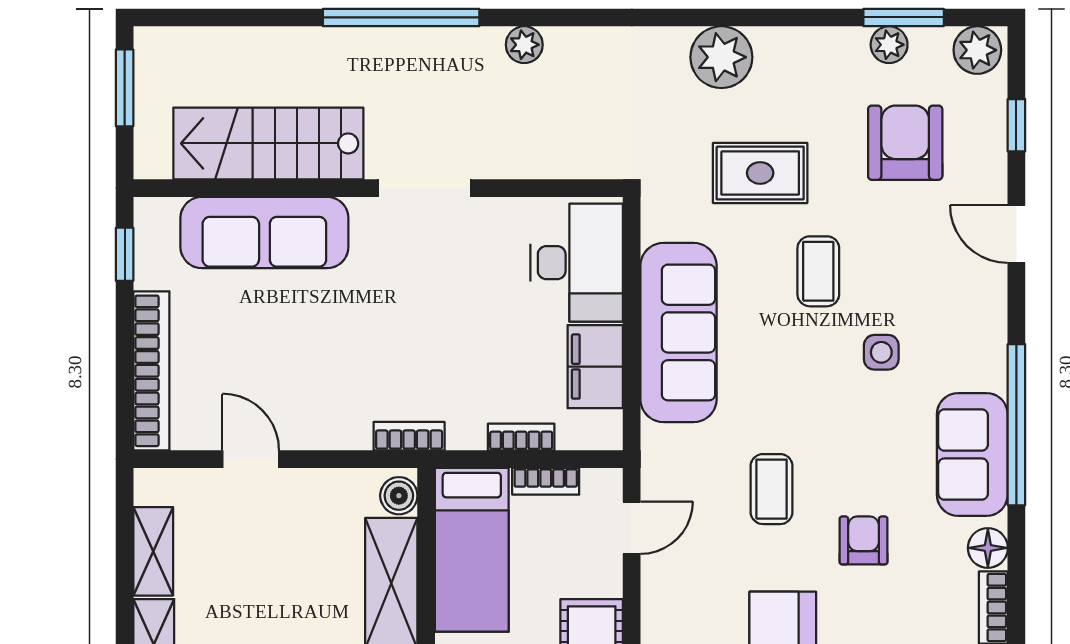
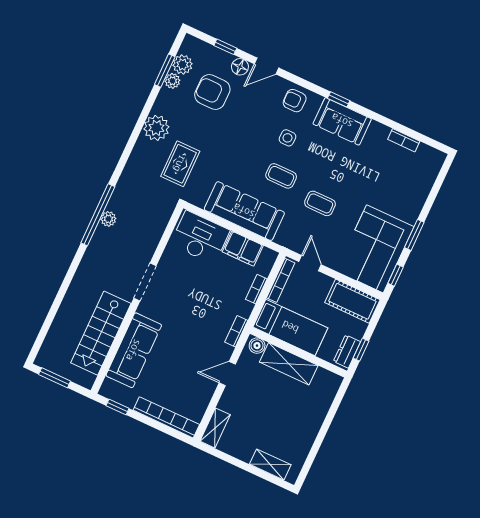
window: (401, 17) -> (98, 215), moved
plant: (977, 50) -> (183, 65), moved
plant: (721, 57) -> (156, 128), moved
rug: (760, 173) -> (180, 164), moved
coffee table: (818, 271) -> (281, 176), moved
window: (1016, 425) -> (339, 99), width x0.32
door: (251, 459) -> (227, 374), moved
bookcase: (546, 481) -> (281, 280), width x1.56
armchair: (864, 540) -> (295, 101), moved
floor lamp: (988, 548) -> (240, 67), moved
shelving: (153, 551) -> (215, 428), moved, turned 90

